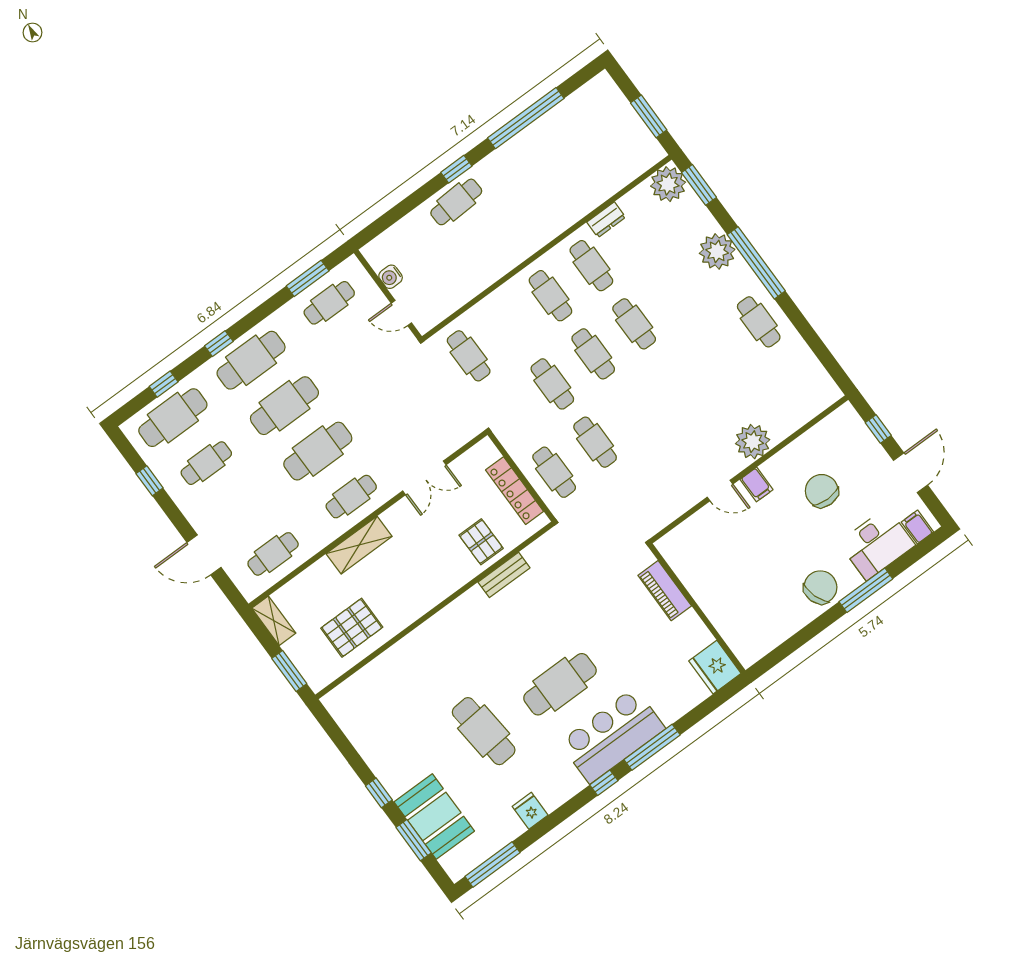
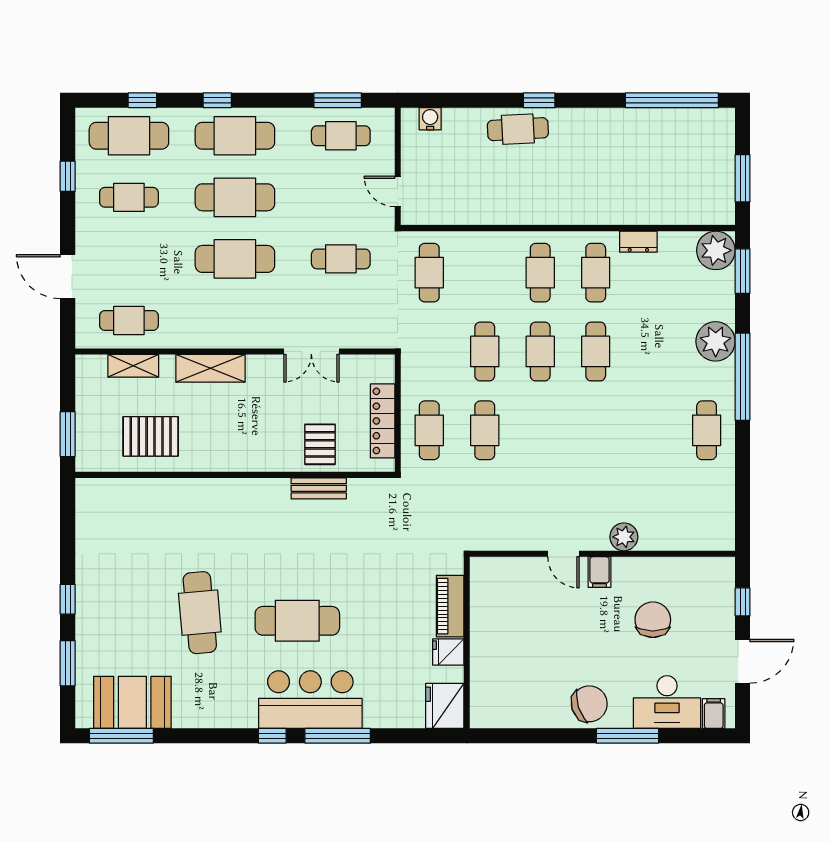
window: (526, 118) -> (672, 100), moved
water cooler: (391, 277) -> (430, 119), moved, turned 90
plant: (753, 442) -> (624, 537), width x0.73, depth x0.73
cafe table: (351, 497) -> (341, 259), moved
shelving: (274, 621) -> (133, 366), moved, turned 90
fridge: (530, 811) -> (448, 652), moved, turned -90
booth: (434, 816) -> (132, 702), moved, turned 90

